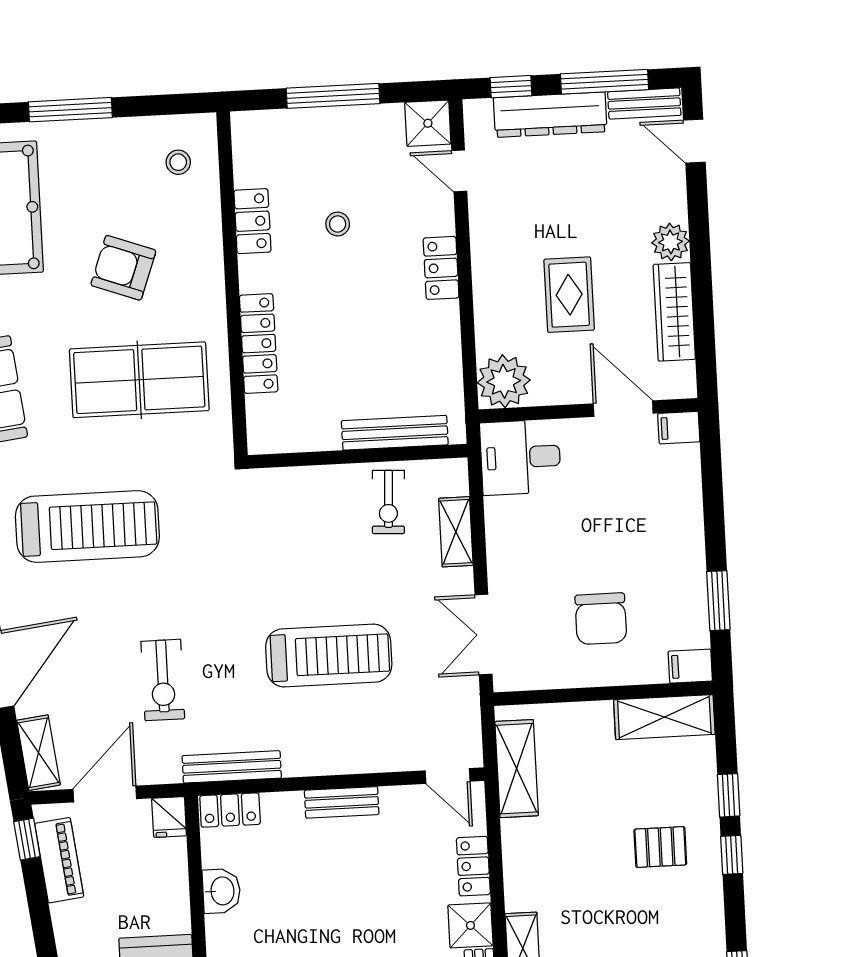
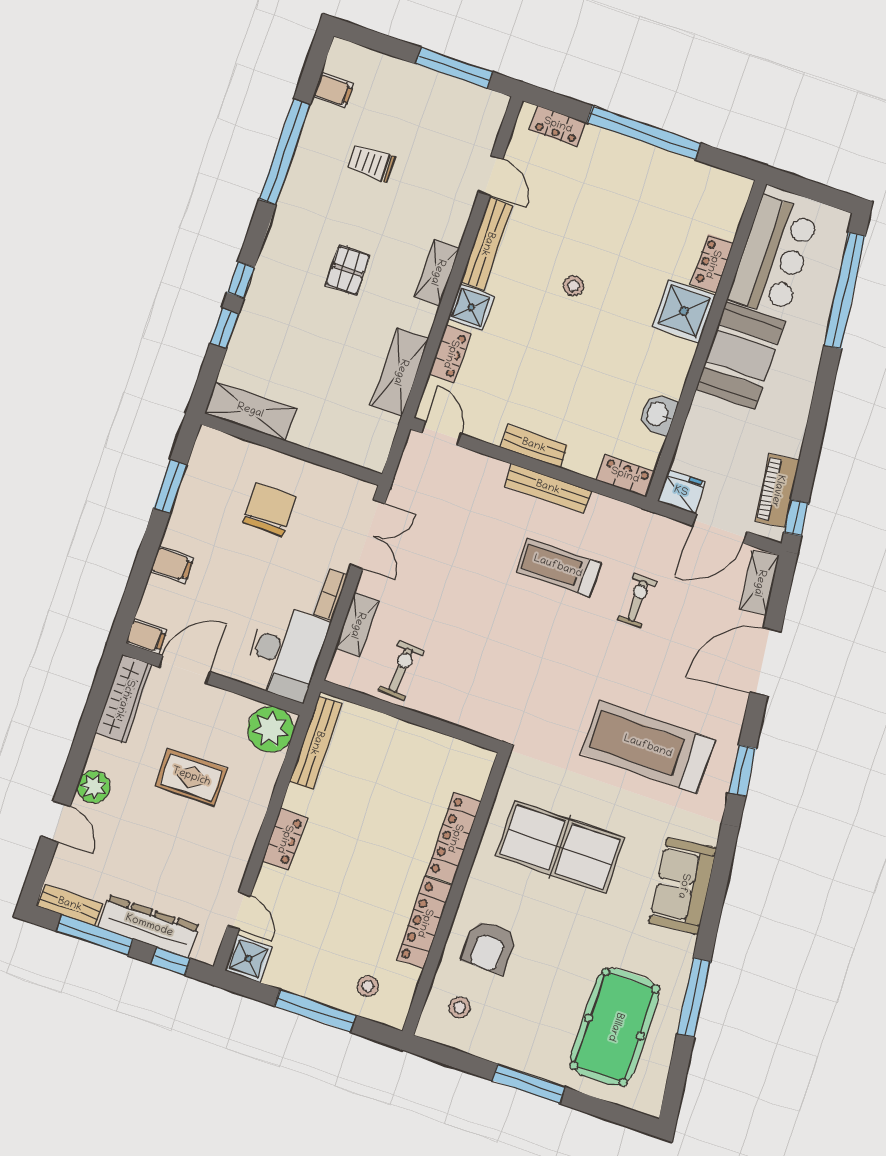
door: (694, 141) -> (56, 821), moved
locker: (252, 221) -> (424, 923), width x1.53
stool: (338, 224) -> (368, 986), moved
armchair: (123, 268) -> (489, 947), moved, turned 70
rug: (569, 295) -> (191, 777), turned 90
wardrobe: (674, 312) -> (124, 699), moved
door: (623, 409) -> (185, 669), swing flipped
bench: (395, 433) -> (316, 743), moved, turned 90
desk: (520, 457) -> (286, 653), width x1.37
bookcase: (497, 553) -> (331, 595), added
treadmill: (329, 656) -> (558, 567), moved, width x0.73, depth x0.73
filing cabinet: (690, 666) -> (172, 565), moved
exercise bike: (163, 680) -> (637, 601), width x0.73, depth x0.72
bench: (232, 767) -> (548, 488), moved
shelving: (517, 769) -> (400, 372), moved
fridge: (169, 817) -> (681, 492), width x1.38
pallet: (660, 847) -> (348, 270), moved, turned 90

